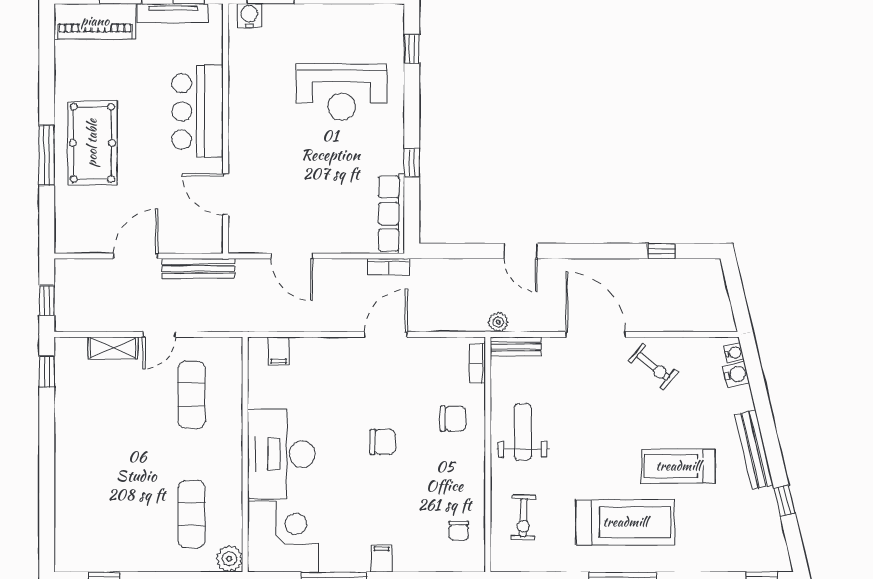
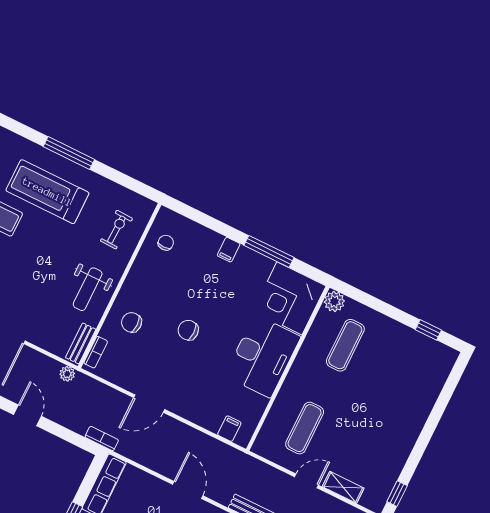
bookcase: (388, 267) -> (102, 438), moved
bench: (516, 347) -> (81, 343), moved, turned 90

